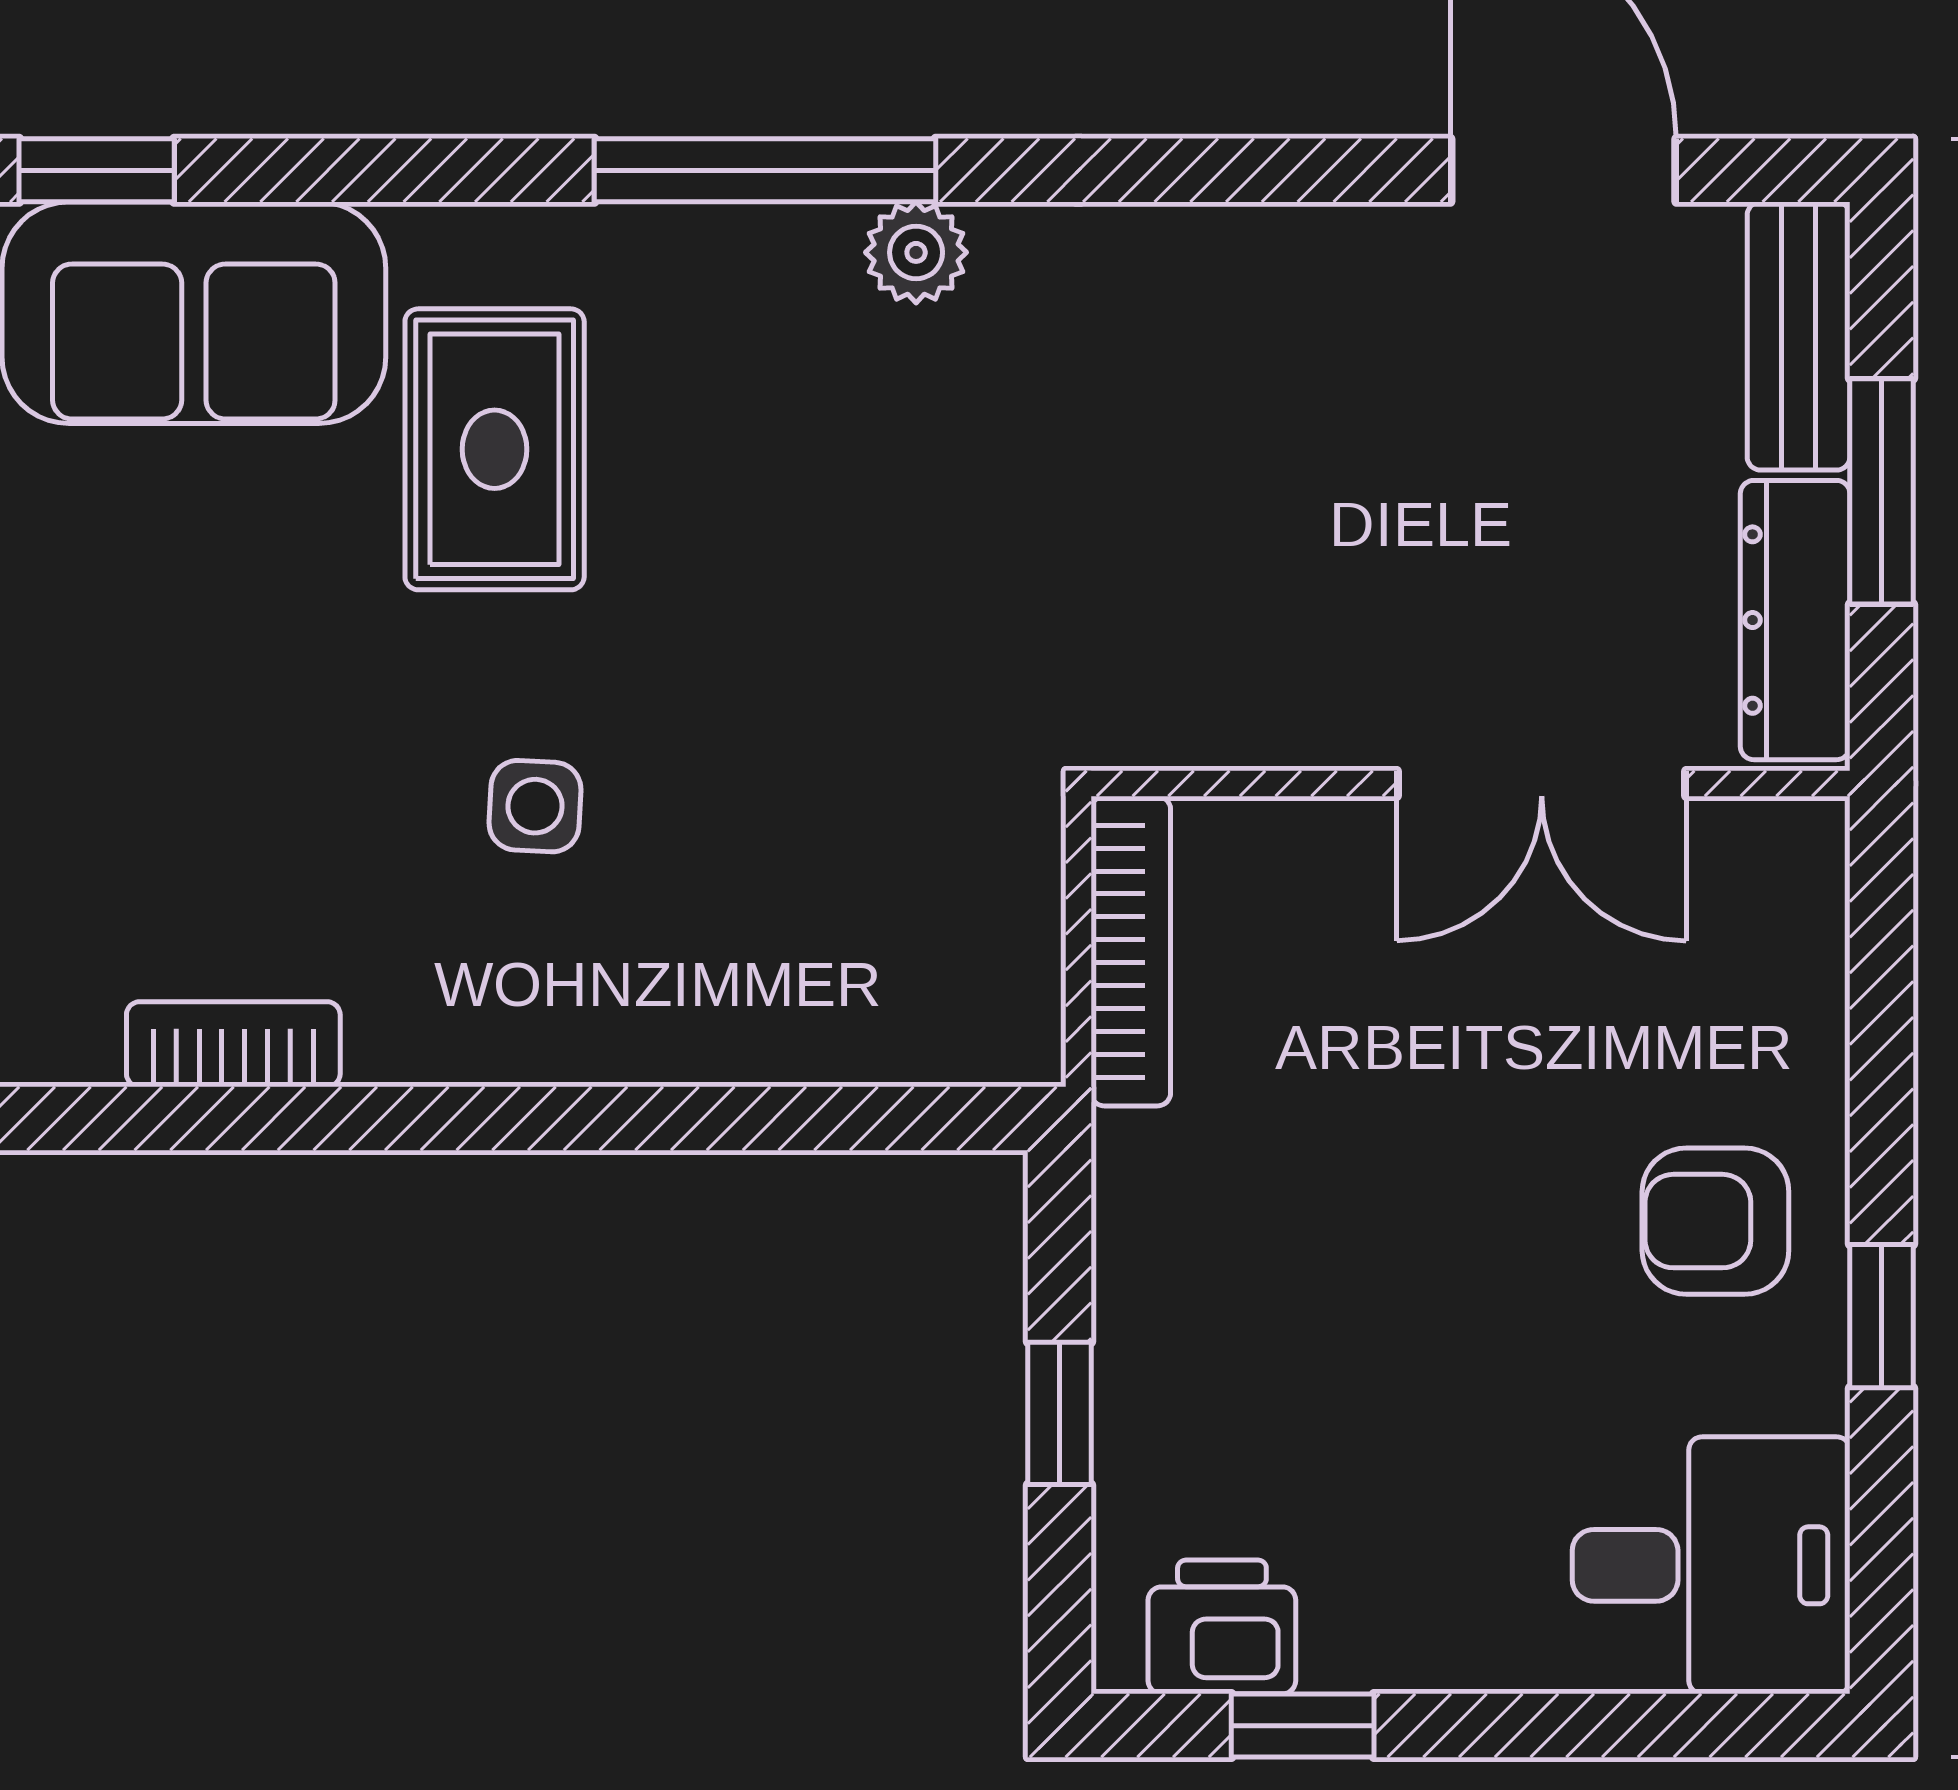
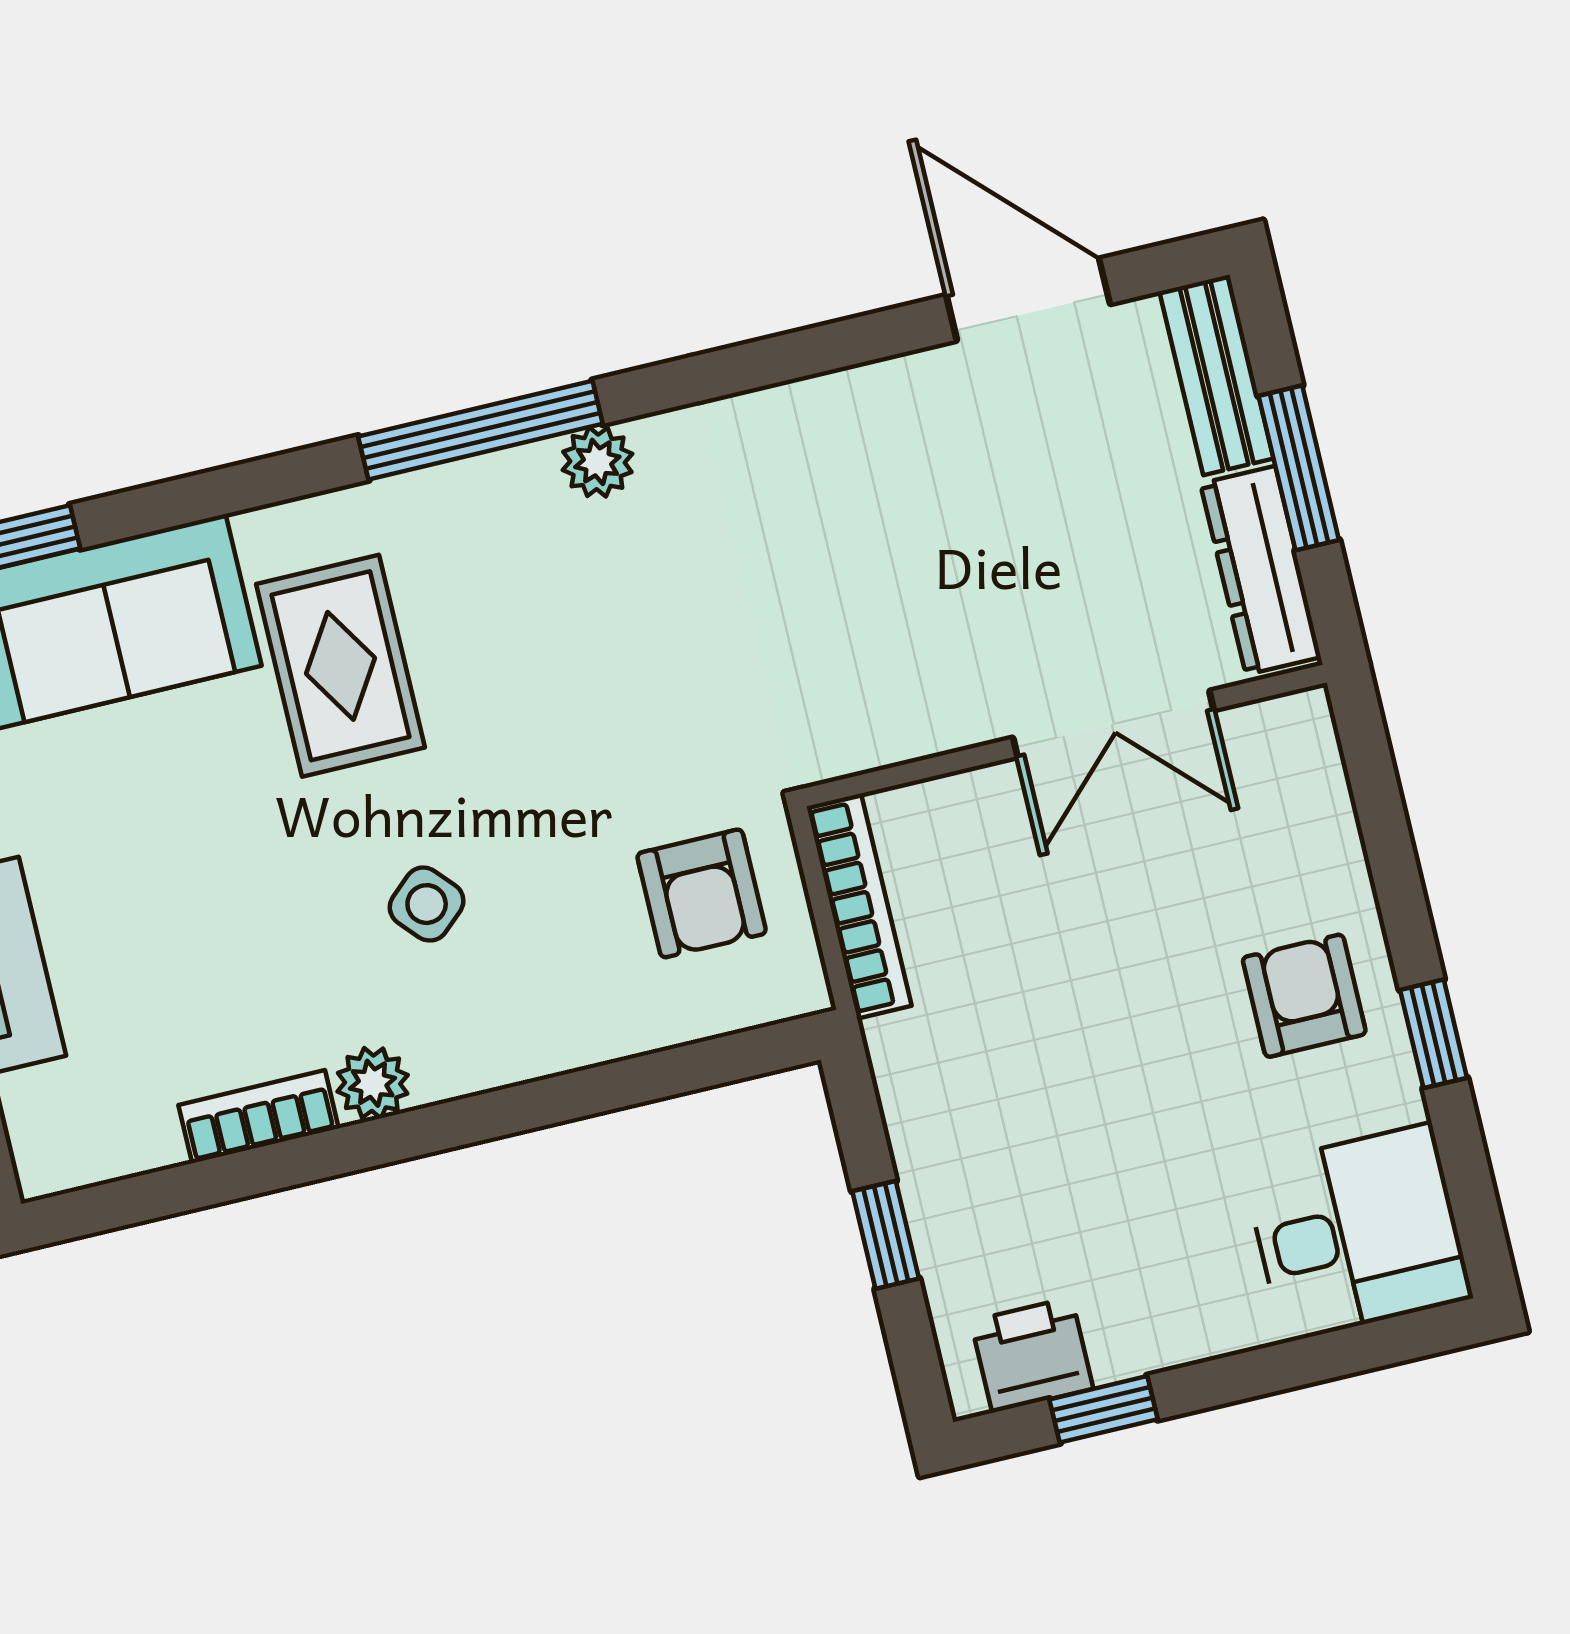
side table: (535, 806) -> (427, 904), turned 45
armchair: (918, 882) -> (702, 893), added
plant: (402, 1036) -> (373, 1083), added
armchair: (1715, 1221) -> (1304, 996), turned 90

